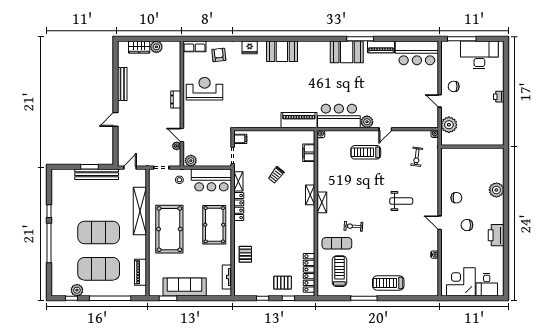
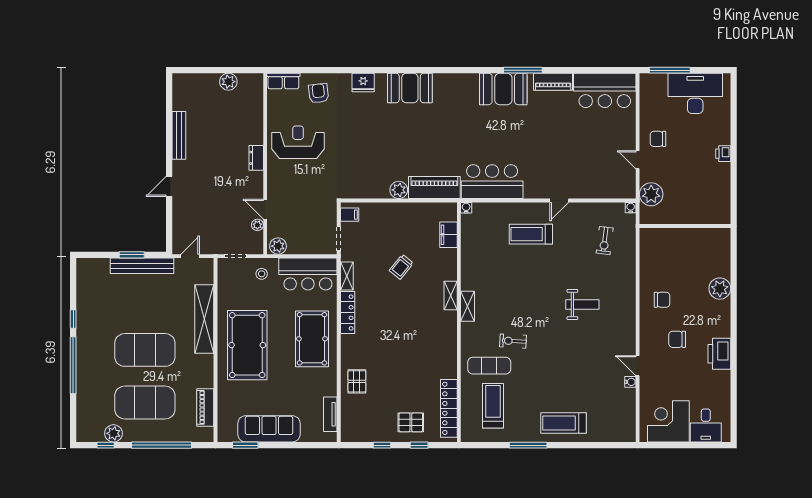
wardrobe: (139, 47) -> (203, 82), removed
plant: (367, 122) -> (399, 190), moved
door: (440, 223) -> (638, 366), moved

